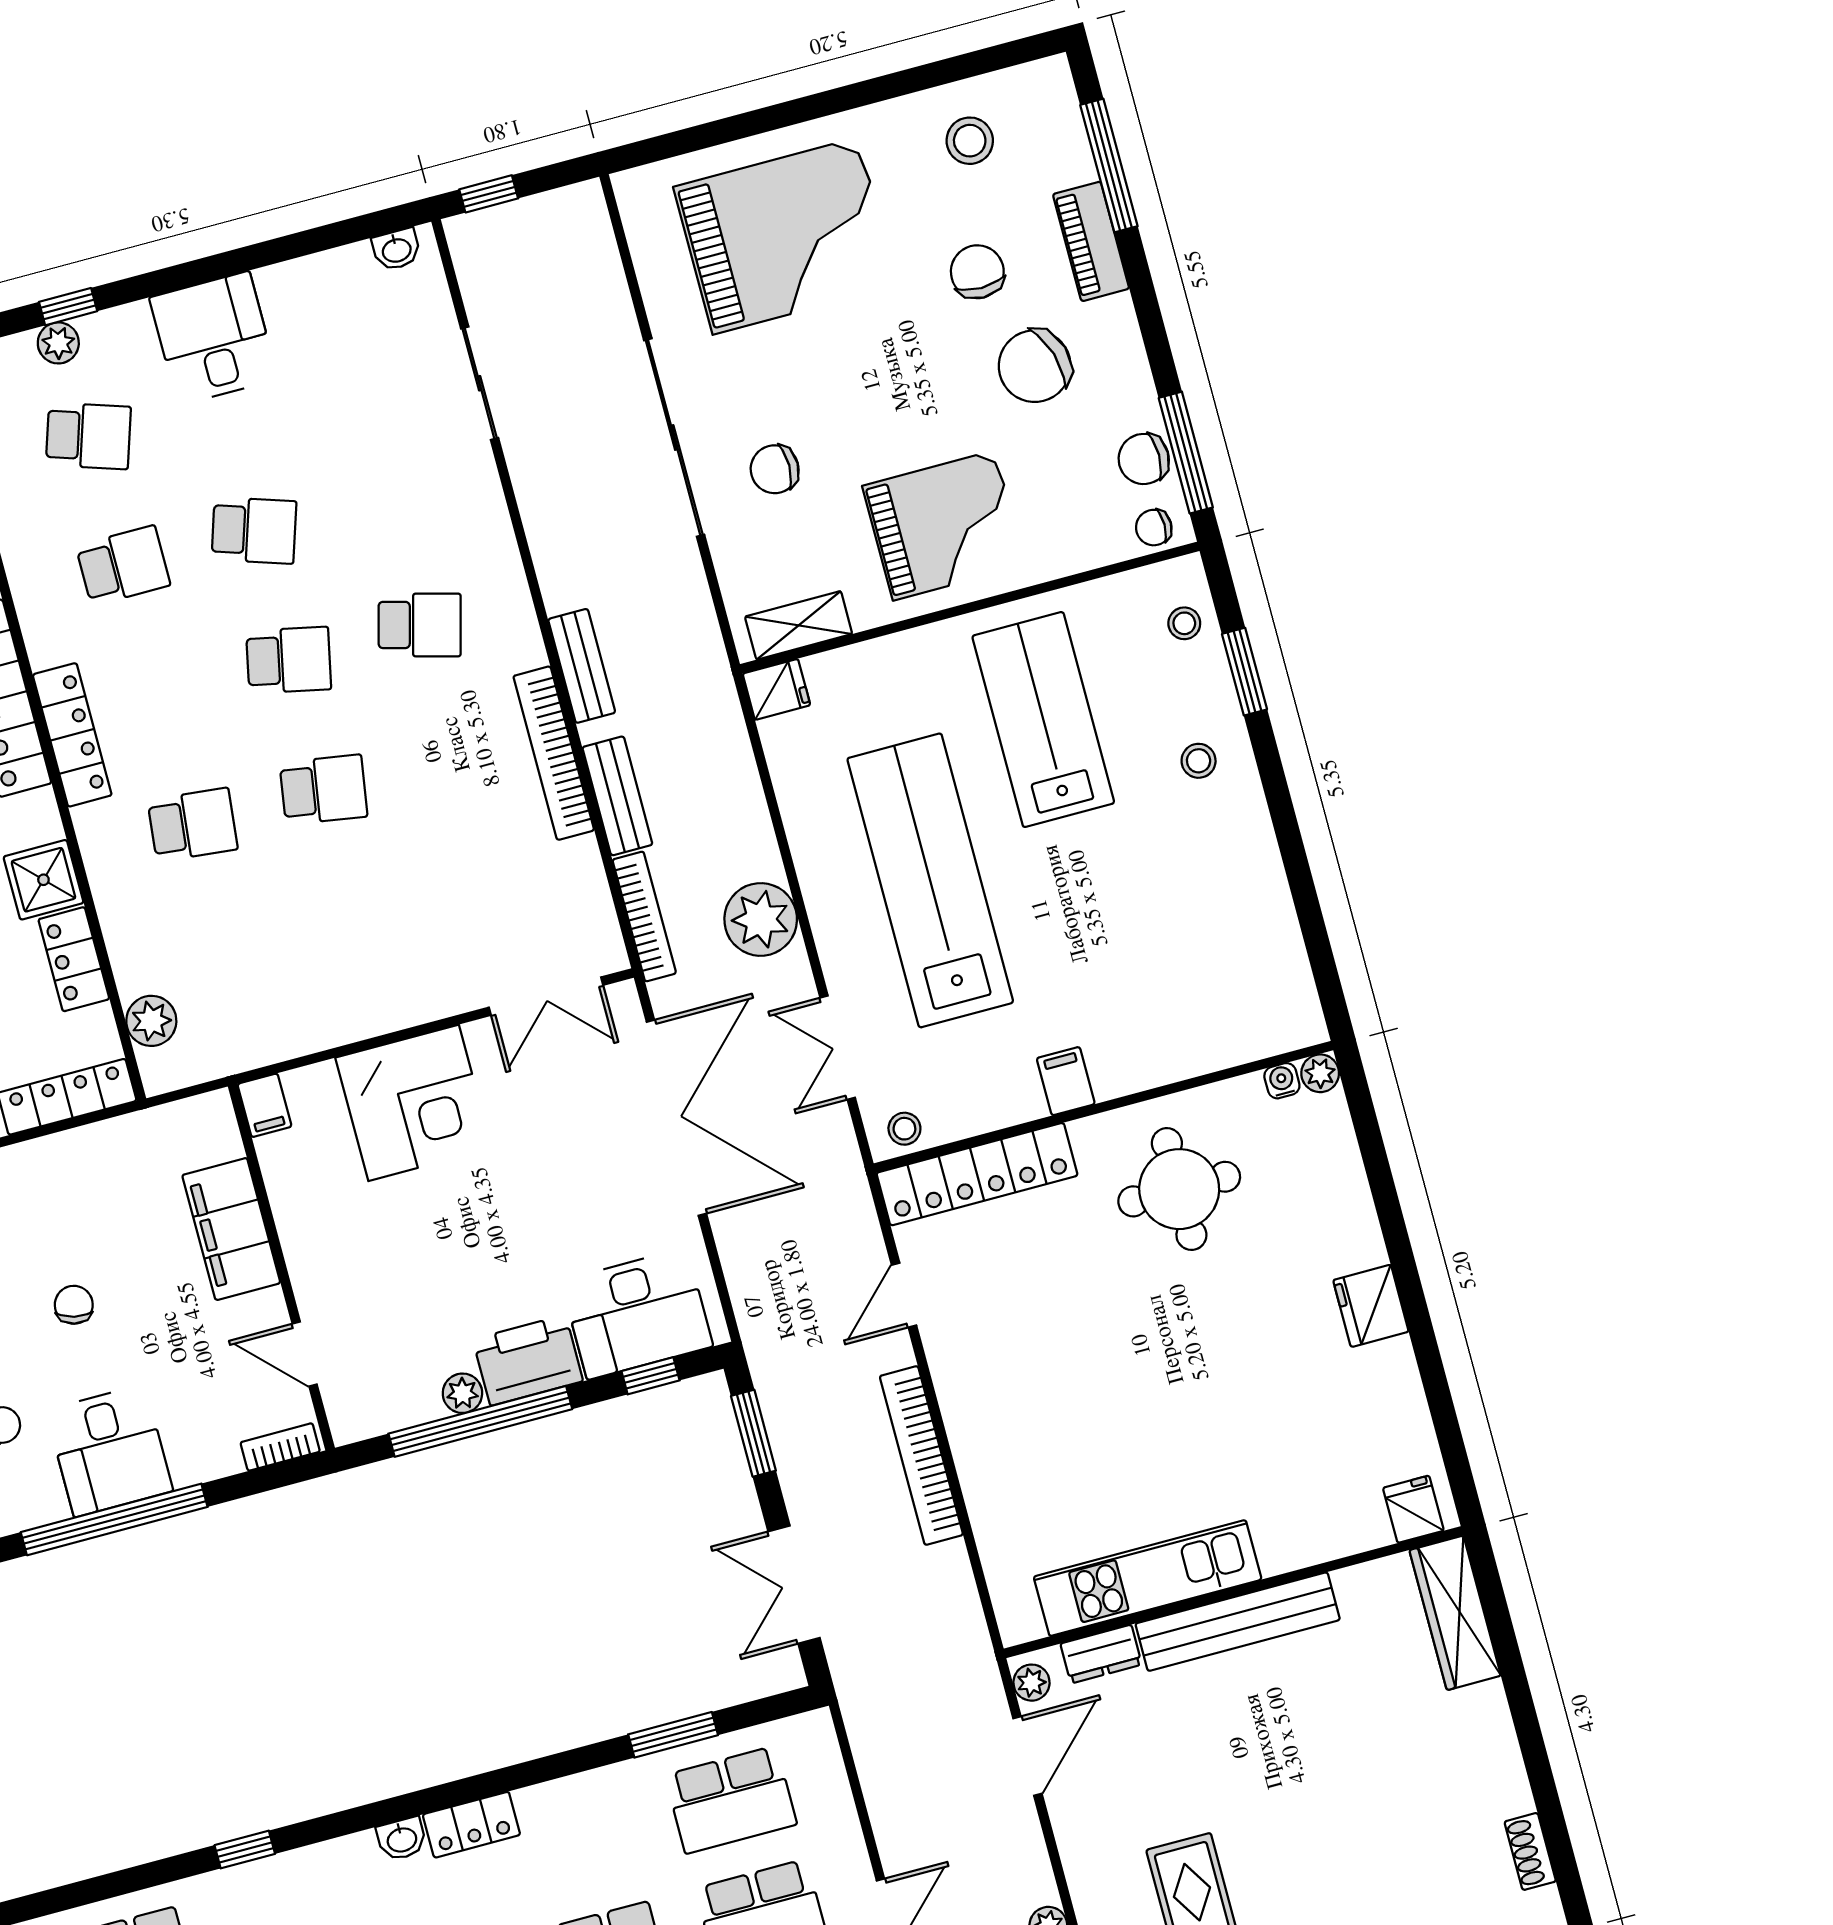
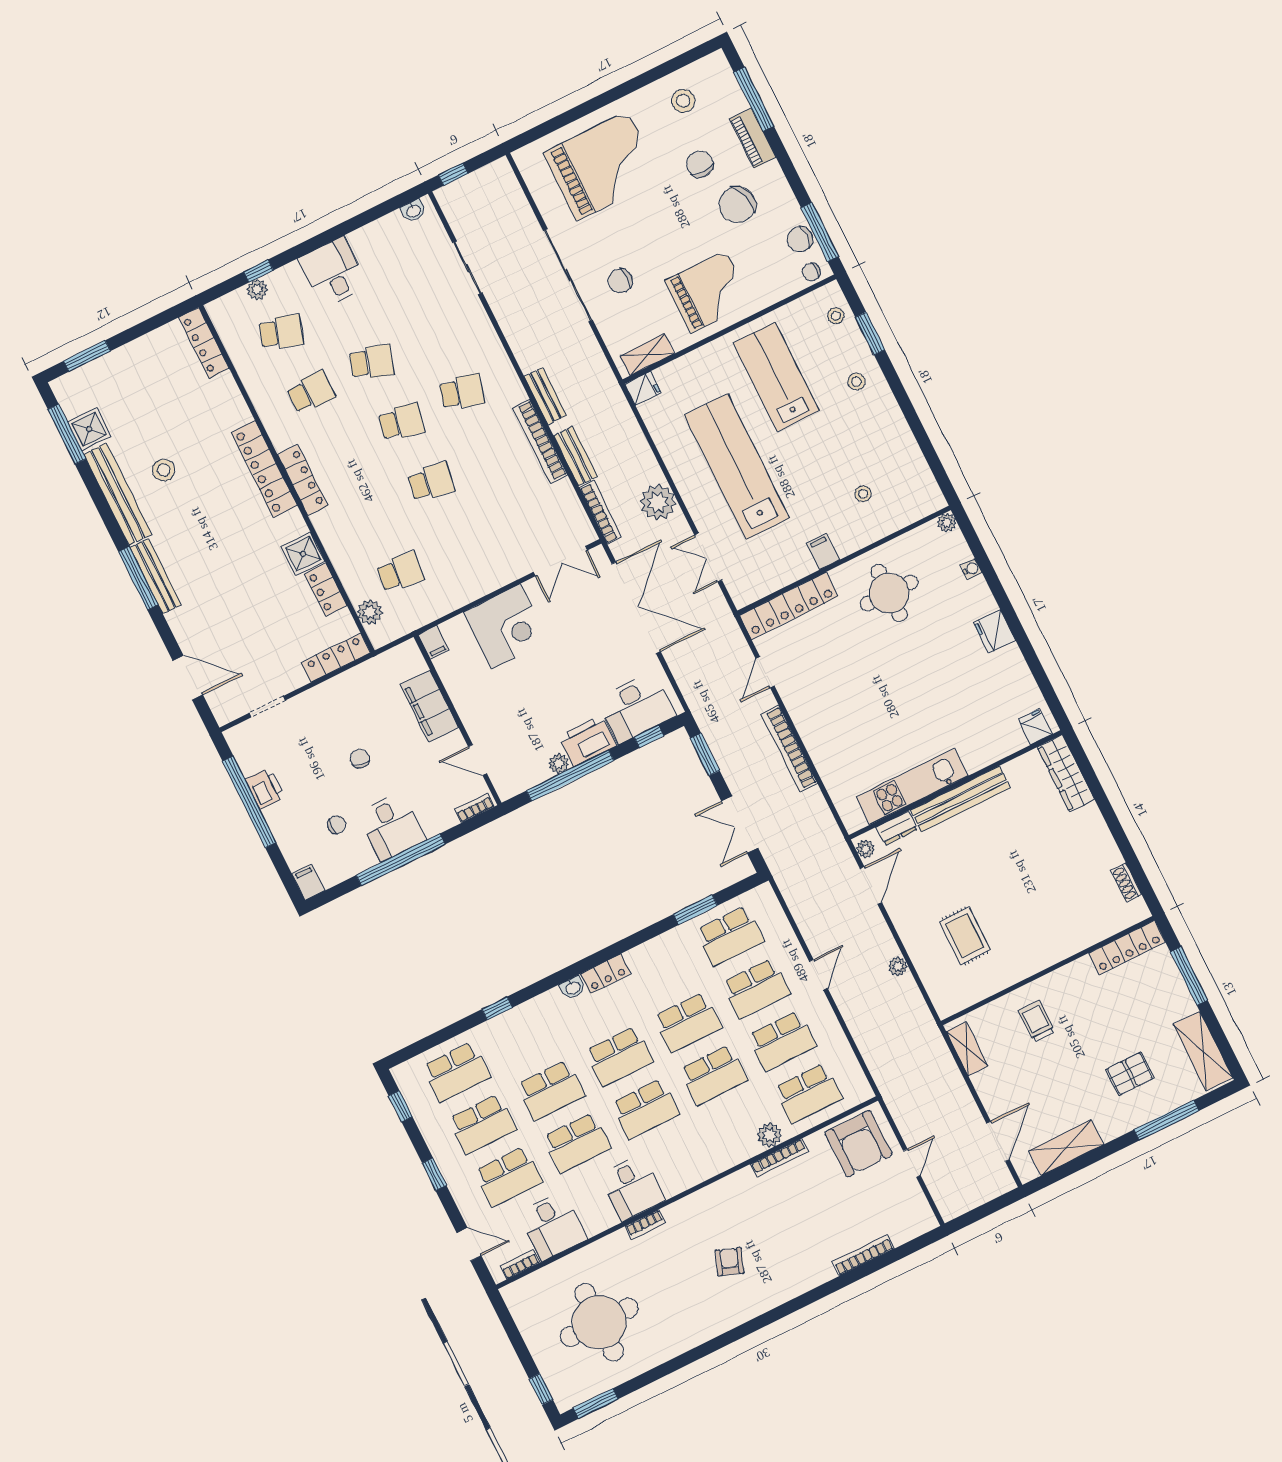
school desk: (193, 825) -> (400, 572), moved
water cooler: (1282, 1081) -> (971, 569), moved, turned 90
stool: (904, 1129) -> (863, 494), moved

